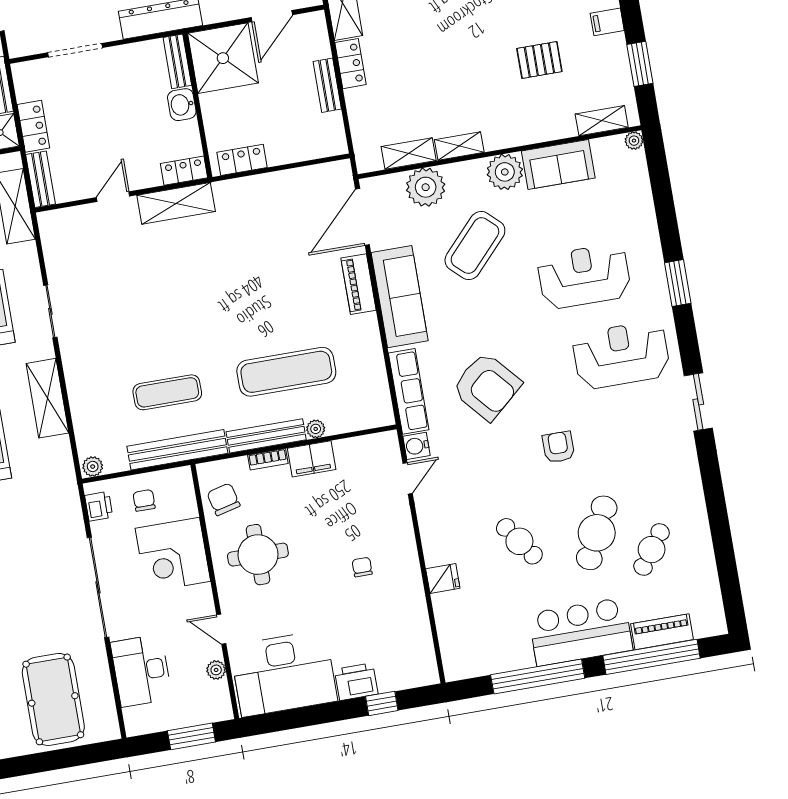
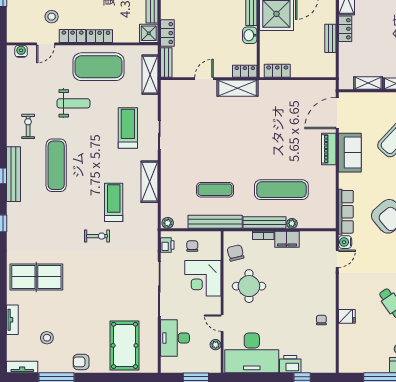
plant: (426, 187) -> (374, 103), removed
sofa: (400, 297) -> (350, 153), width x0.73
chair: (362, 567) -> (321, 320), moved

